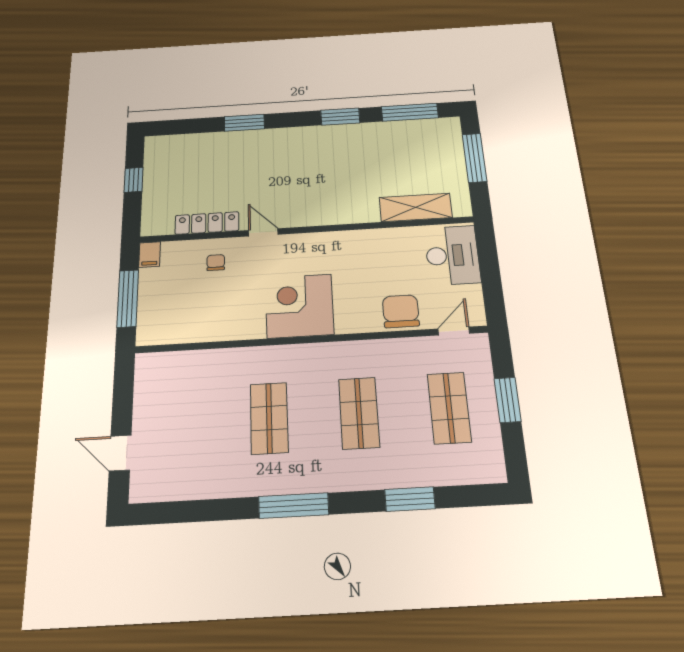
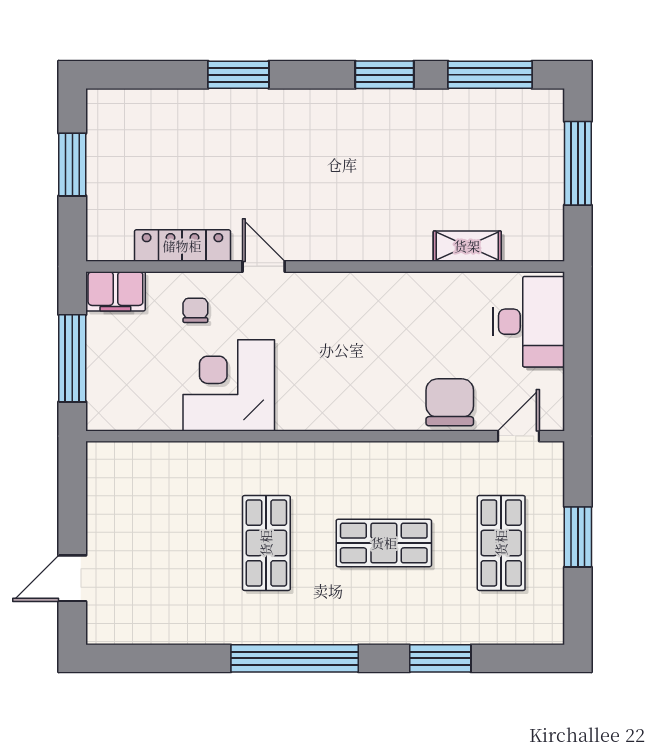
window: (133, 180) -> (72, 164), width x1.50
shelving: (416, 207) -> (467, 246), width x0.67, depth x0.75
filing cabinet: (150, 255) -> (115, 291), width x2.00
corner desk: (299, 306) -> (229, 385), moved
shop shelf: (359, 413) -> (384, 543), turned 90
door: (120, 453) -> (72, 578), hinge flipped
window: (294, 506) -> (295, 658), width x1.46

